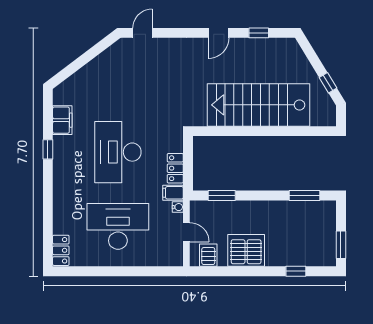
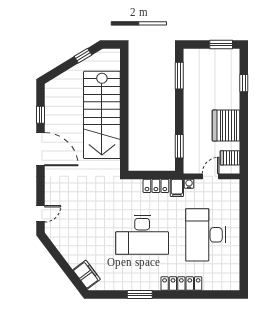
door: (143, 33) -> (40, 214), swing flipped
door: (218, 33) -> (40, 149), width x1.87
filing cabinet: (62, 120) -> (87, 275), moved, turned 53
window: (48, 149) -> (140, 295), width x1.50
locker: (61, 250) -> (181, 284), moved, width x1.53

